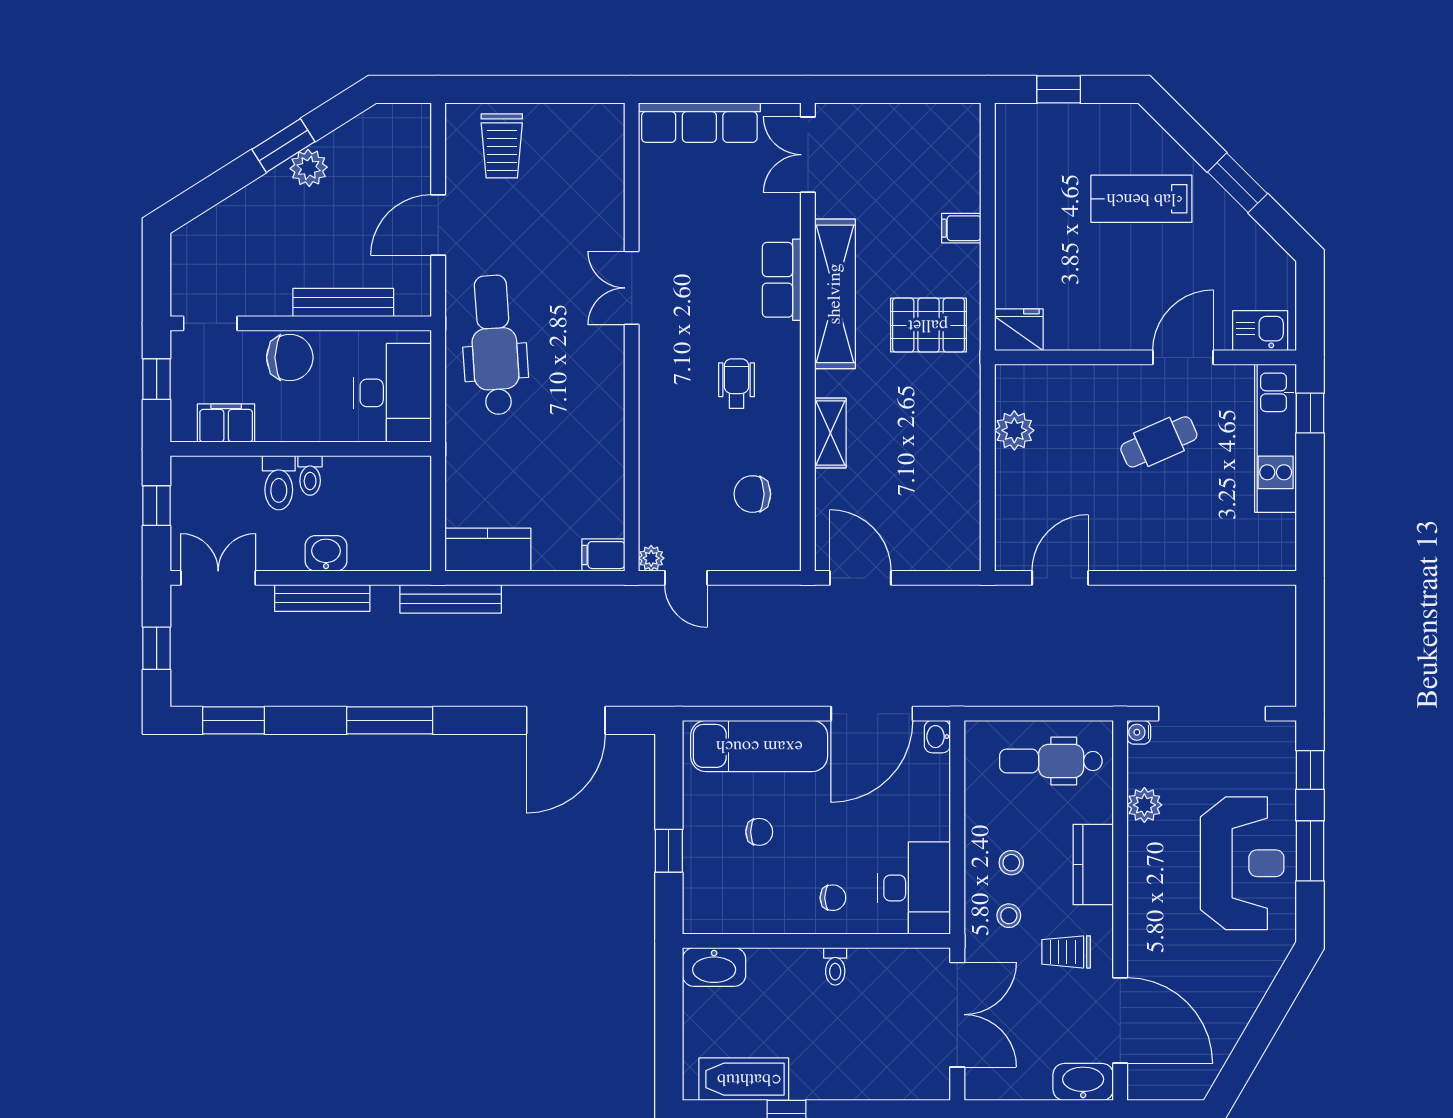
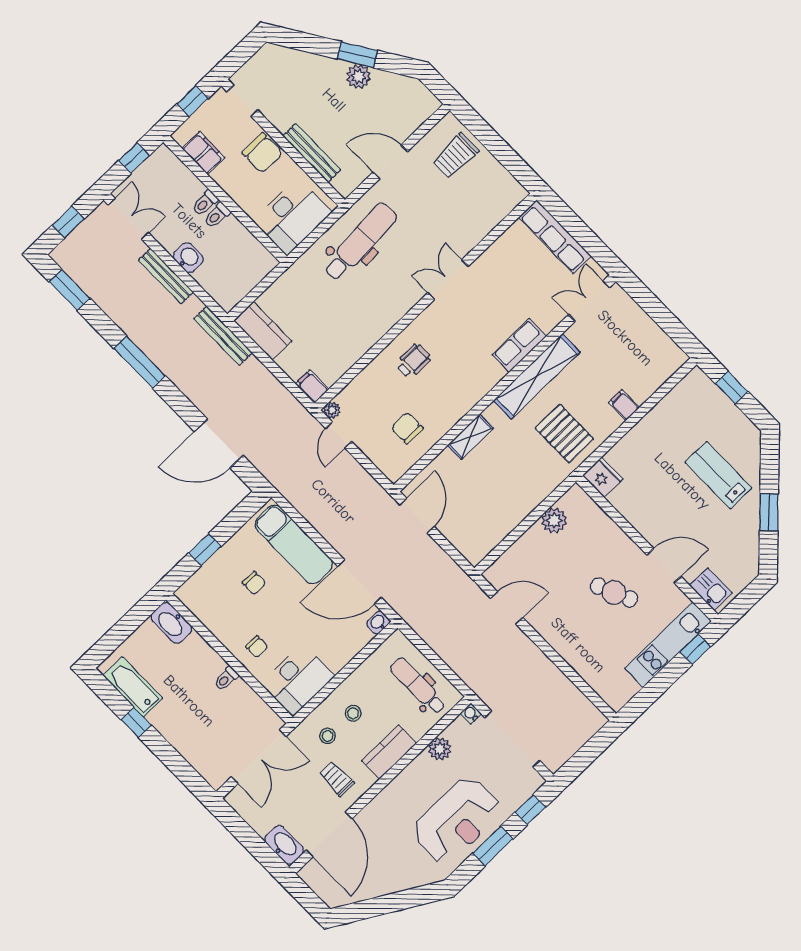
wheelchair: (737, 384) -> (413, 361), moved
toilet: (279, 483) -> (205, 203), width x0.73, depth x0.72

